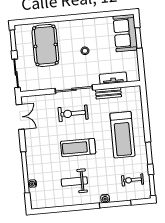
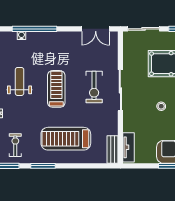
tv unit: (113, 78) -> (128, 147), moved
bench: (108, 93) -> (112, 149), moved
exercise bike: (73, 113) -> (94, 87), turned 180

